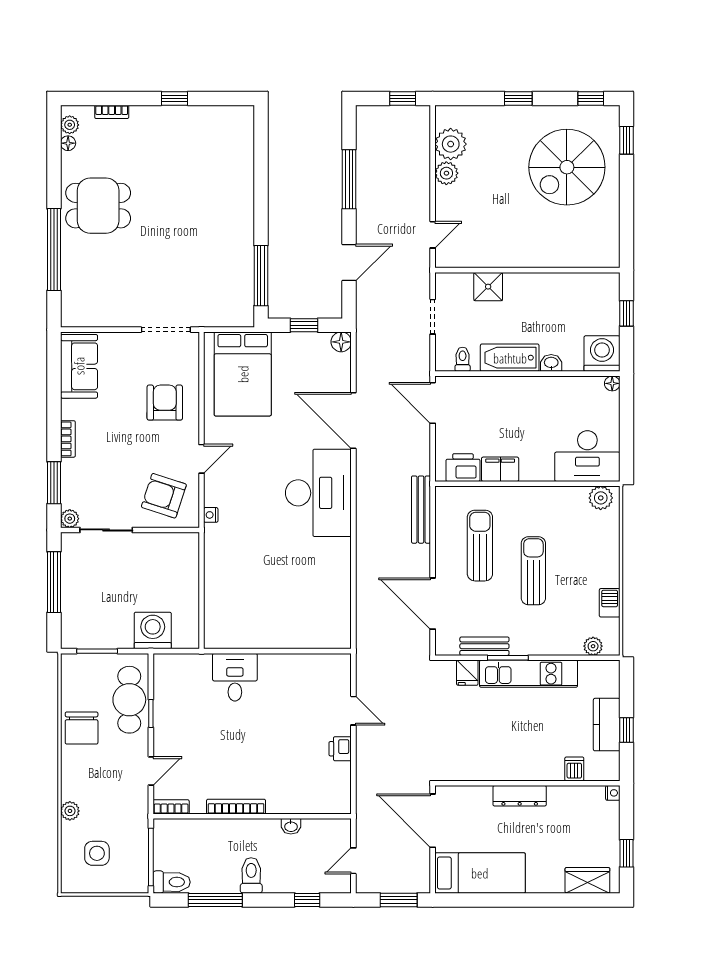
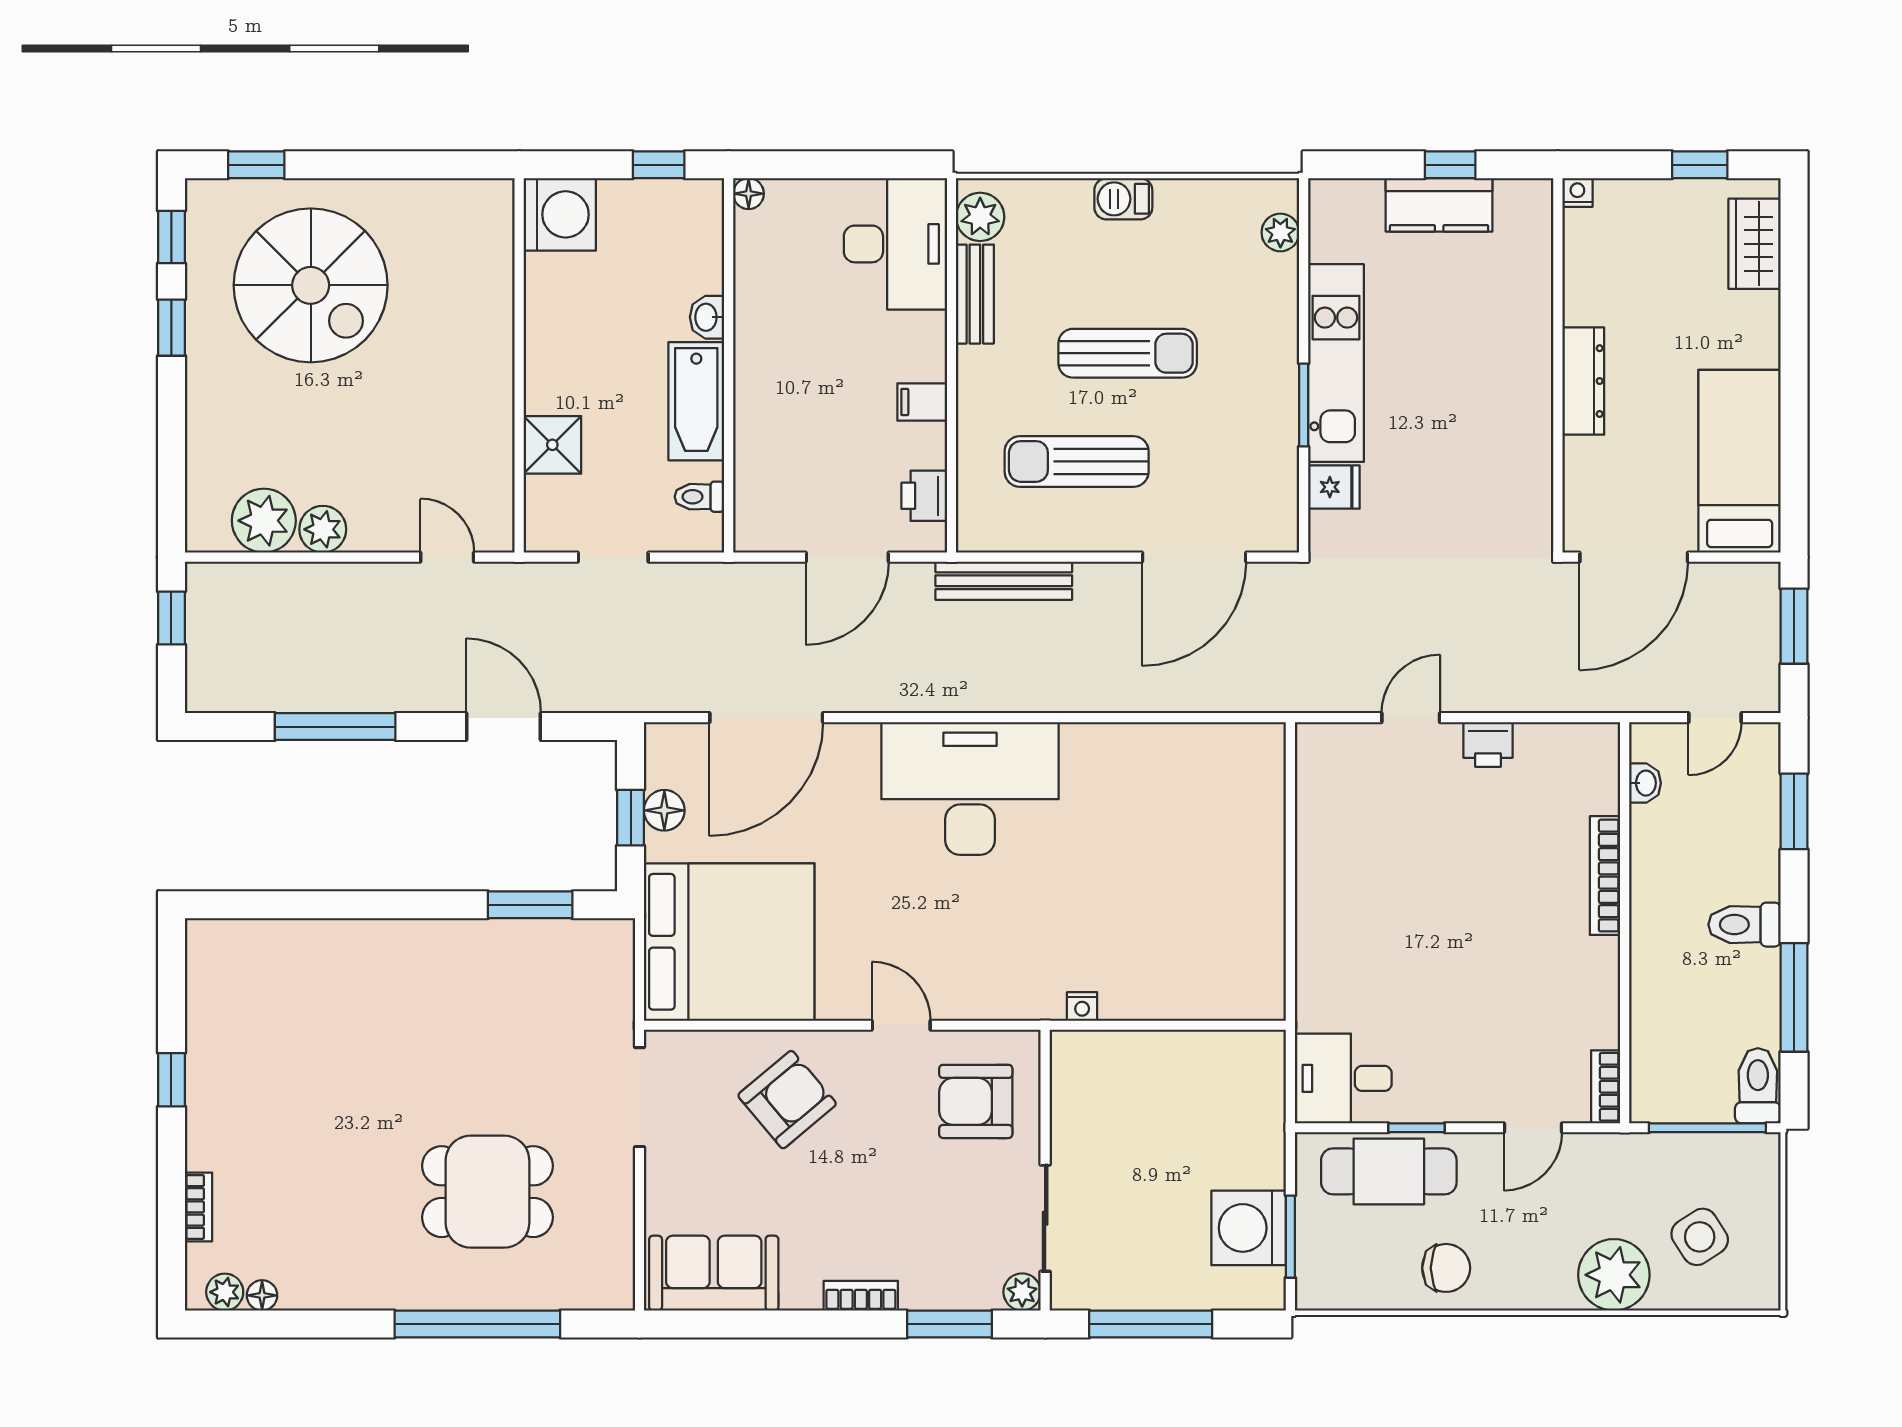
window: (518, 98) -> (171, 328), moved
dining table: (98, 206) -> (487, 1192), moved, turned 90
window: (261, 276) -> (530, 905), width x0.69
window: (626, 313) -> (659, 165), moved
floor lamp: (341, 342) -> (664, 810), moved
washing machine: (602, 354) -> (560, 214), moved, turned 180
bed: (243, 374) -> (729, 942), width x1.36
armchair: (165, 403) -> (787, 1100), turned 140
door: (433, 403) -> (847, 557), moved
door: (353, 421) -> (766, 718), moved
printer: (463, 468) -> (924, 496), width x0.73, depth x0.81
filing cabinet: (500, 469) -> (922, 402), width x0.50
armchair: (164, 496) -> (976, 1101), turned 72
nightstand: (211, 515) -> (1082, 1006), moved
sun lounger: (533, 571) -> (1128, 353), turned 180
barbecue: (610, 603) -> (1123, 199), moved
washing machine: (153, 630) -> (1249, 1228), moved
bench: (484, 646) -> (975, 294), moved
desk: (235, 677) -> (1343, 1078), moved
chair: (82, 728) -> (1446, 1268), width x0.73, depth x0.73
dishwasher: (574, 769) -> (1529, 270), removed
door: (151, 771) -> (1533, 1128), swing flipped
bookcase: (236, 807) -> (1605, 876), moved
plant: (70, 811) -> (1614, 1275), width x1.88, depth x1.88
washbasin: (291, 826) -> (1645, 783), moved
side table: (97, 853) -> (1700, 1237), turned -33
door: (353, 861) -> (1715, 718), hinge flipped
window: (307, 900) -> (1794, 811), width x1.50

